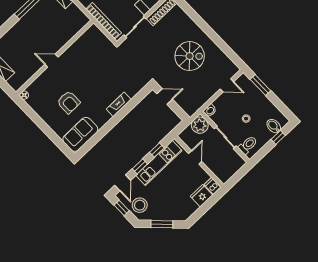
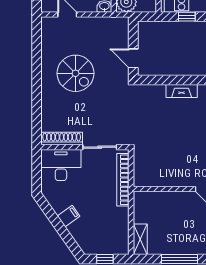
spiral stairs: (190, 56) -> (76, 73), turned 180

